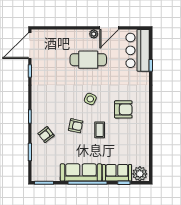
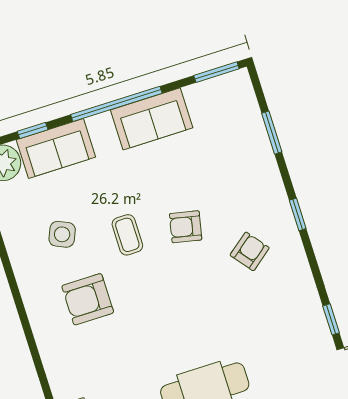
side table: (90, 99) -> (62, 234), moved
armchair: (46, 135) -> (250, 251), moved
sofa: (81, 172) -> (152, 119), width x0.73

